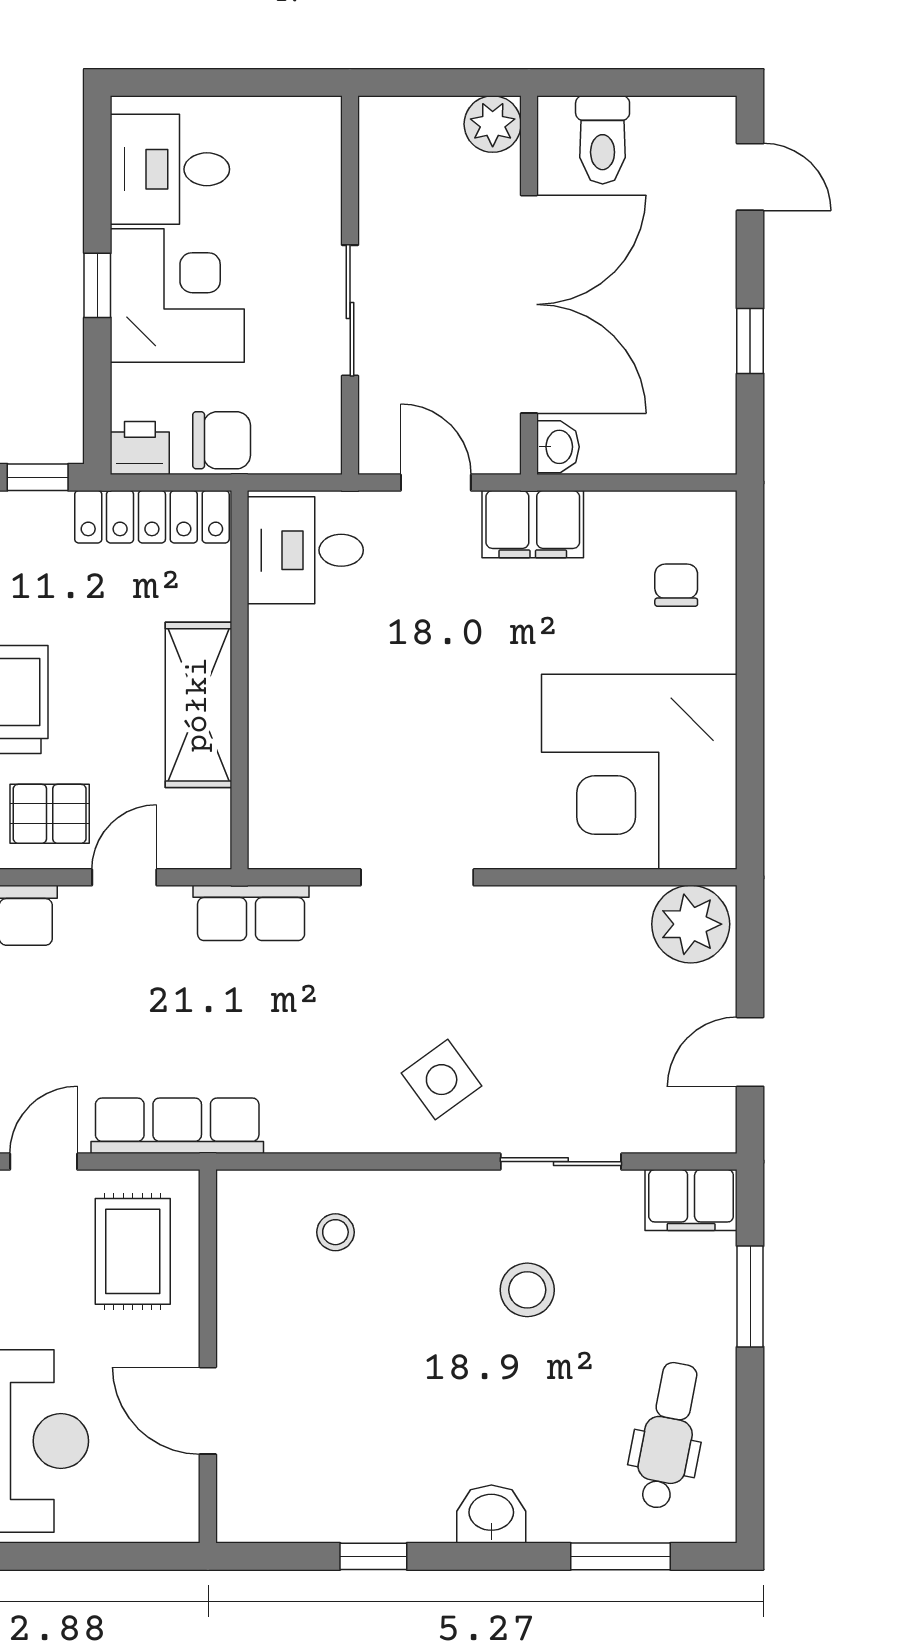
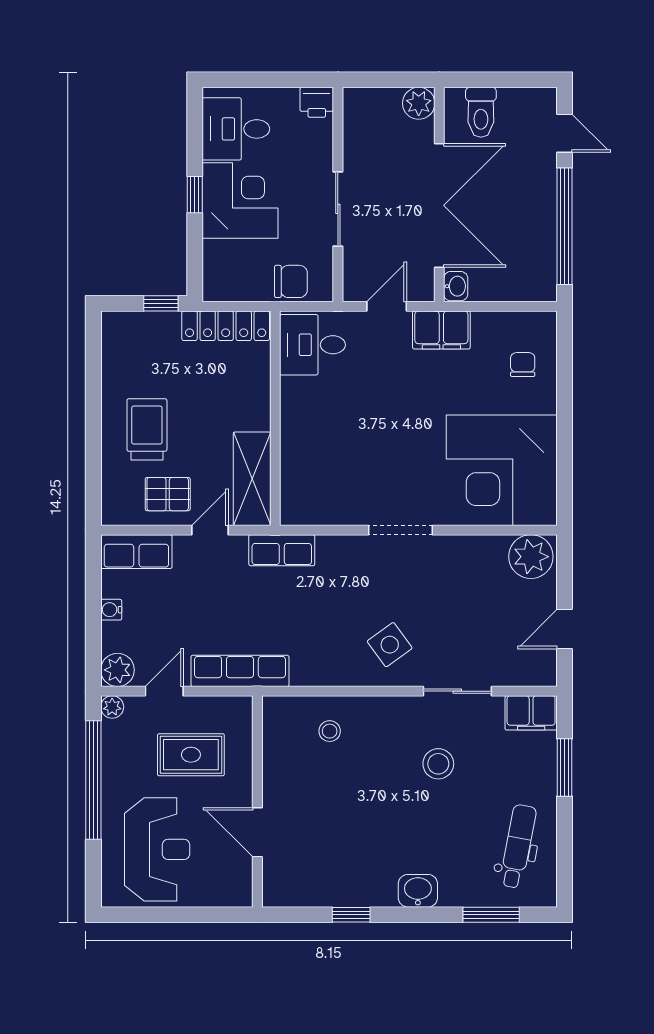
window: (750, 341) -> (565, 226), width x3.17
chair: (222, 440) -> (291, 281), moved
printer: (140, 448) -> (317, 102), moved, turned 180
door: (436, 483) -> (387, 306), hinge flipped
shelving: (198, 705) -> (252, 479), moved
doorway: (417, 877) -> (401, 530), moved
rug: (133, 1251) -> (191, 755), moved, turned 90

